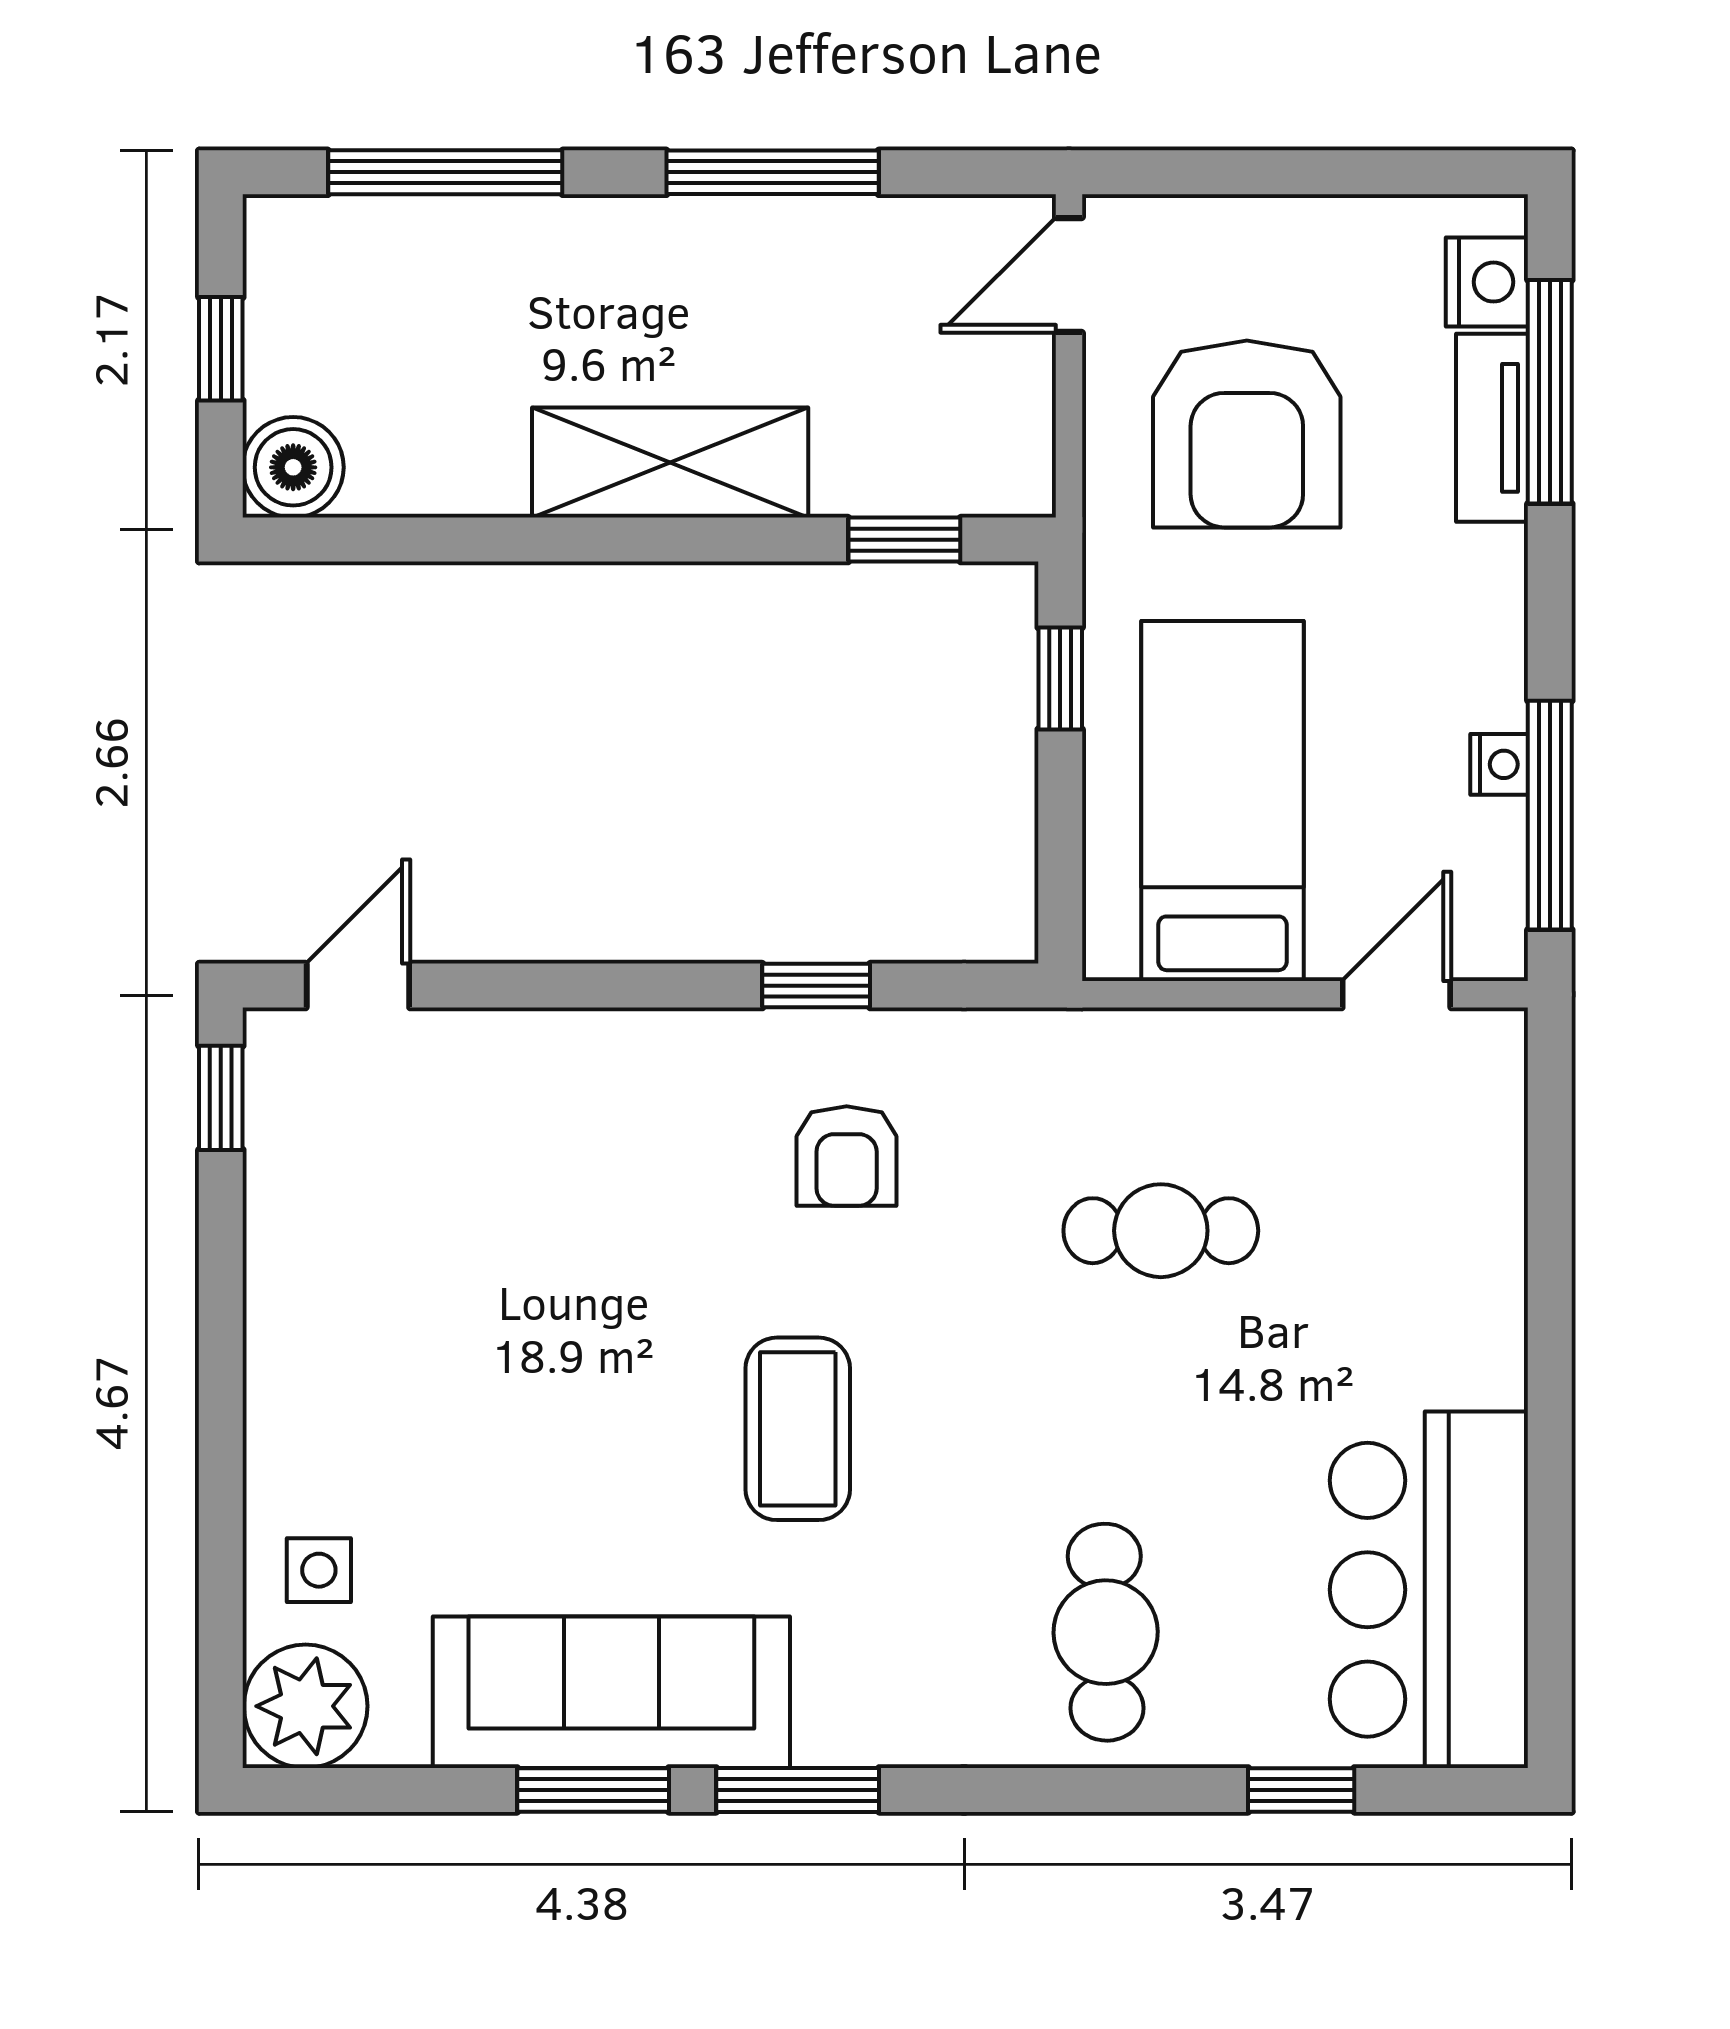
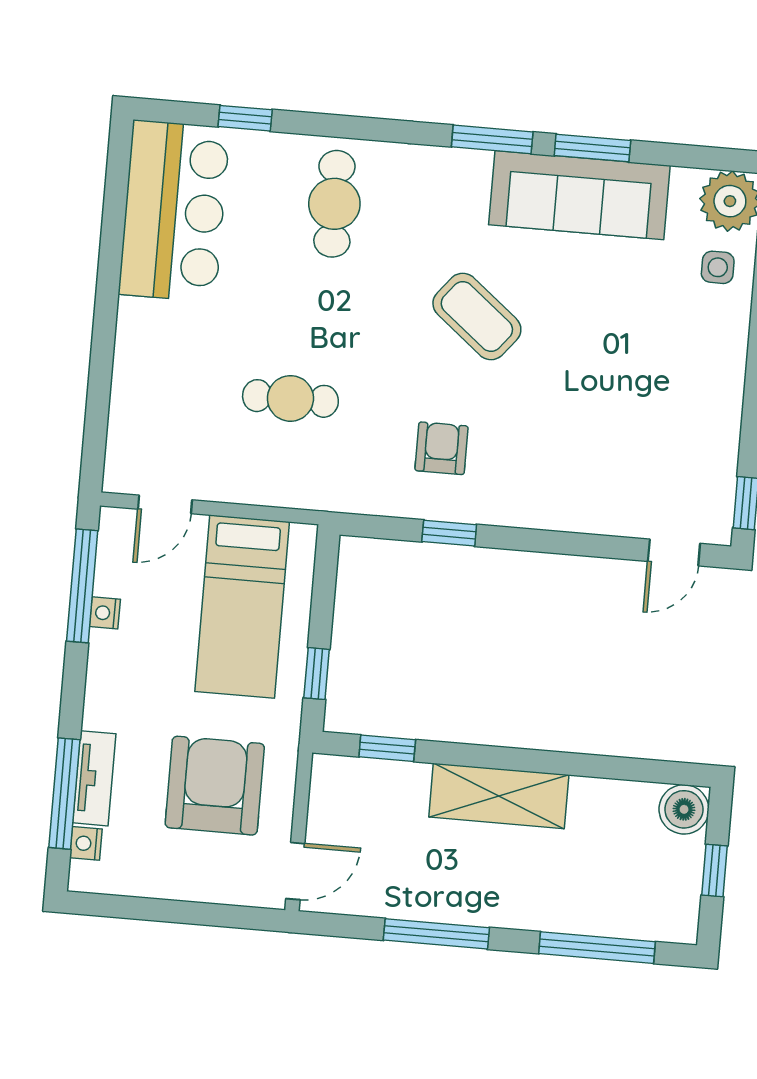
nightstand: (1487, 282) -> (86, 843), width x0.72, depth x0.74
coffee table: (798, 1429) -> (477, 316), turned -51

